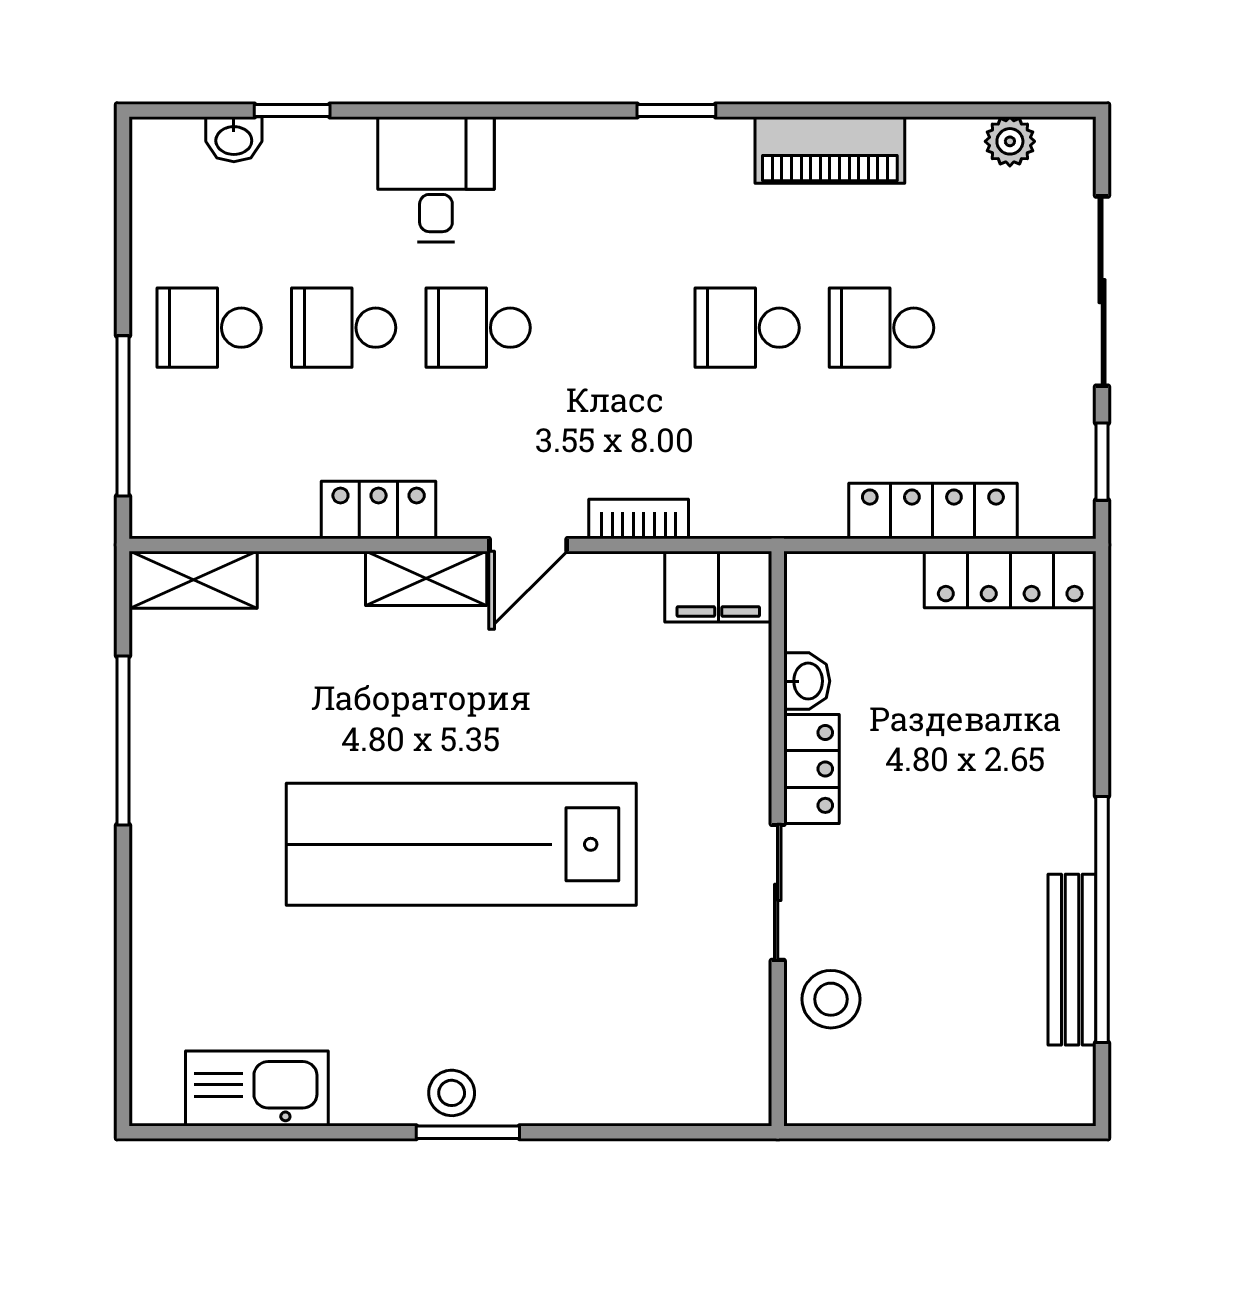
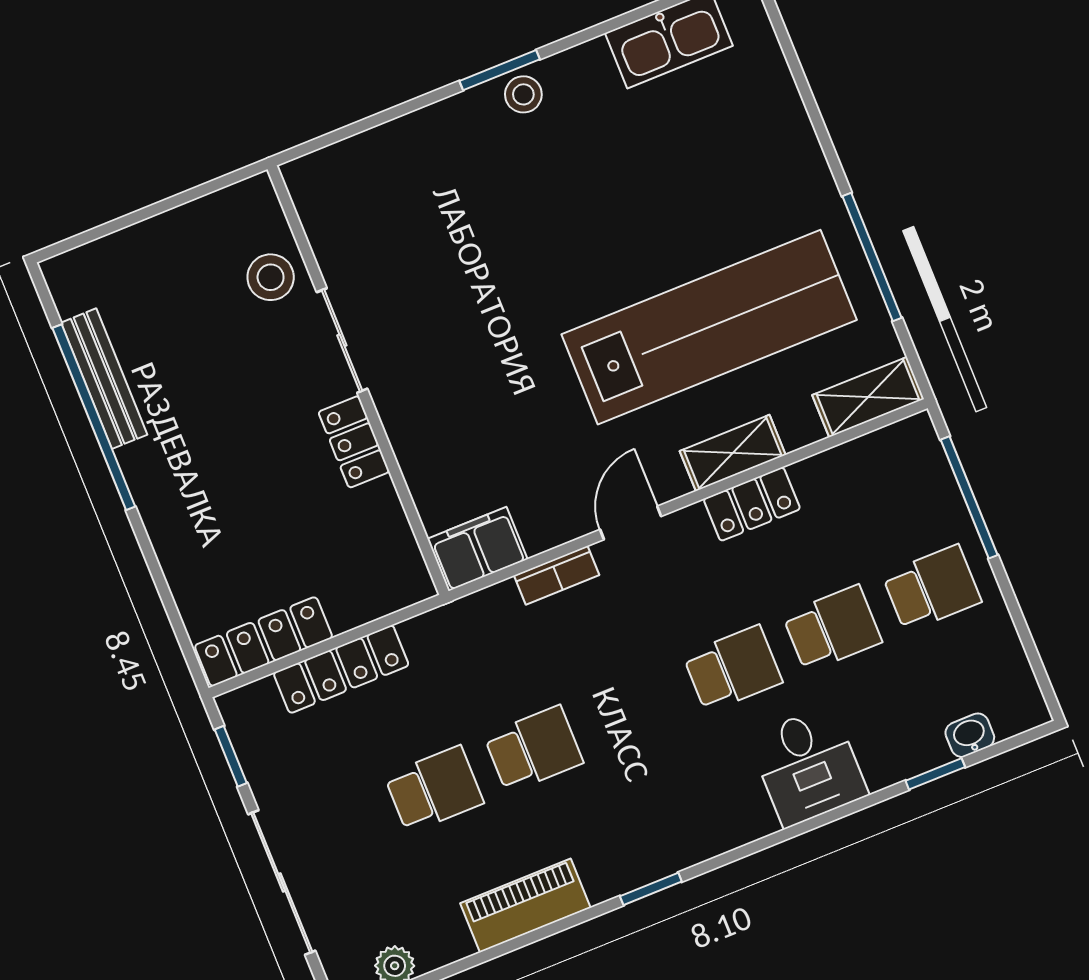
shelving: (426, 578) -> (733, 453), moved
washbasin: (807, 681) -> (384, 506), removed
lab bench: (461, 844) -> (709, 327), moved

